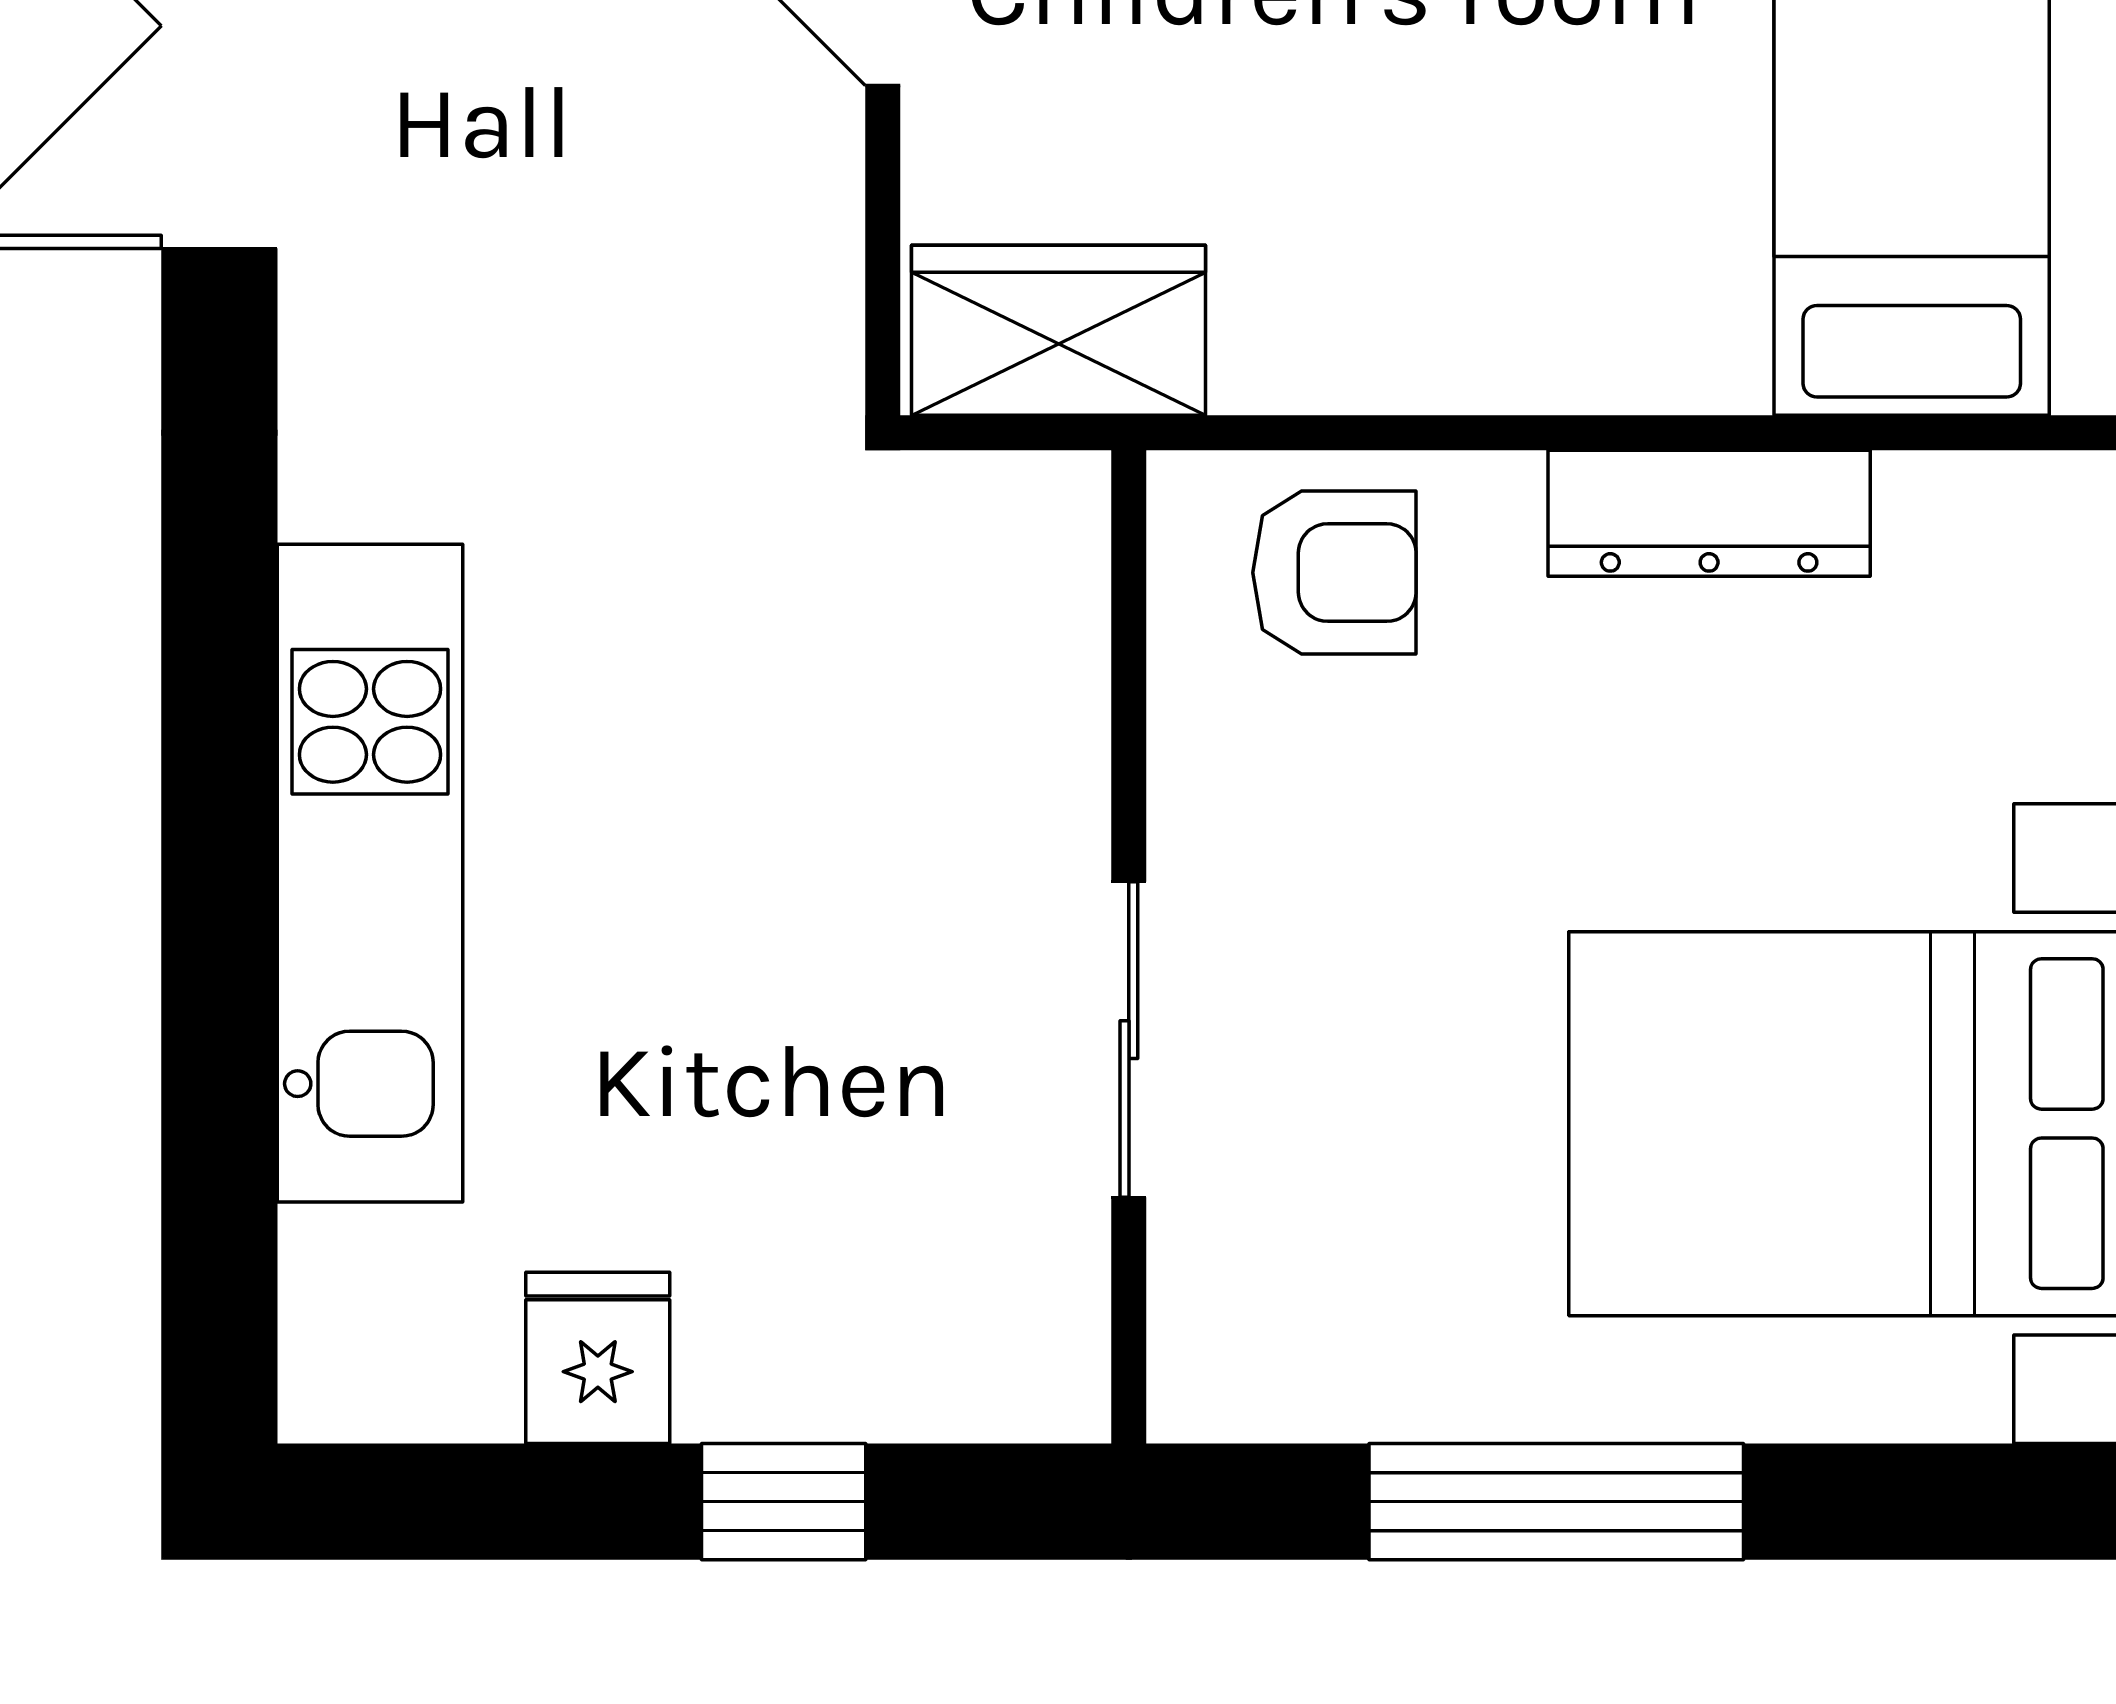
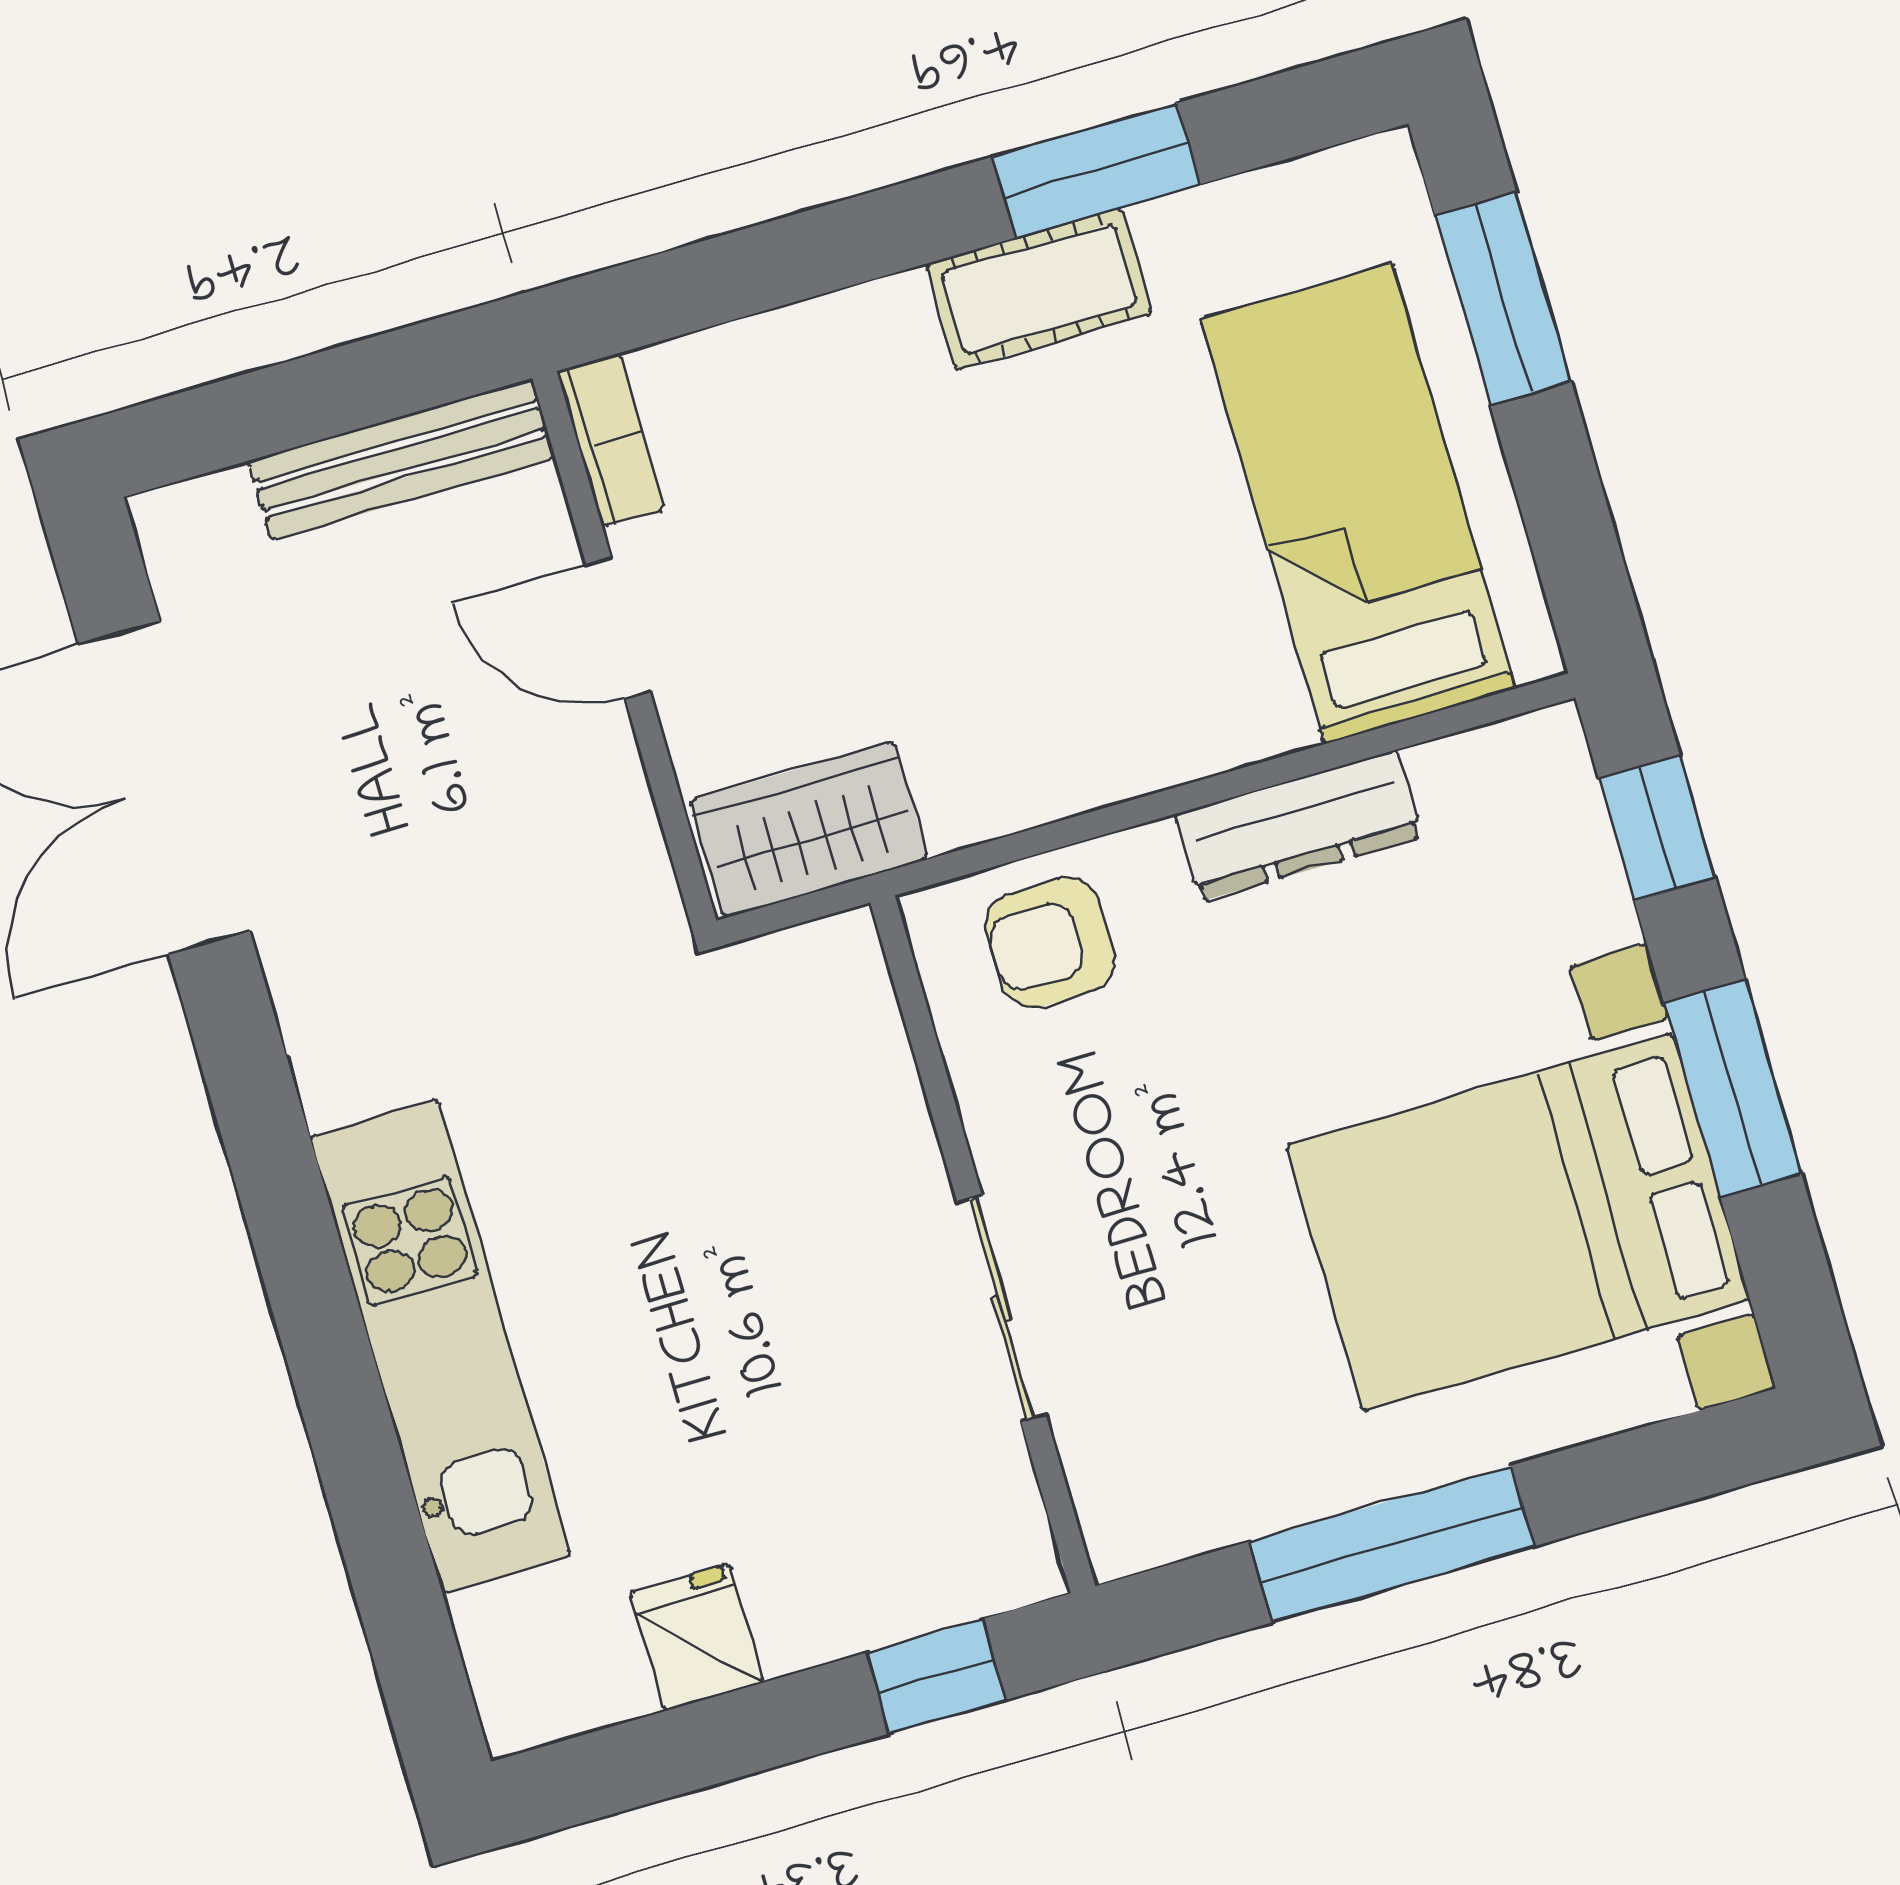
armchair: (1334, 573) -> (1050, 942), turned 180
window: (784, 1502) -> (936, 1676), moved

